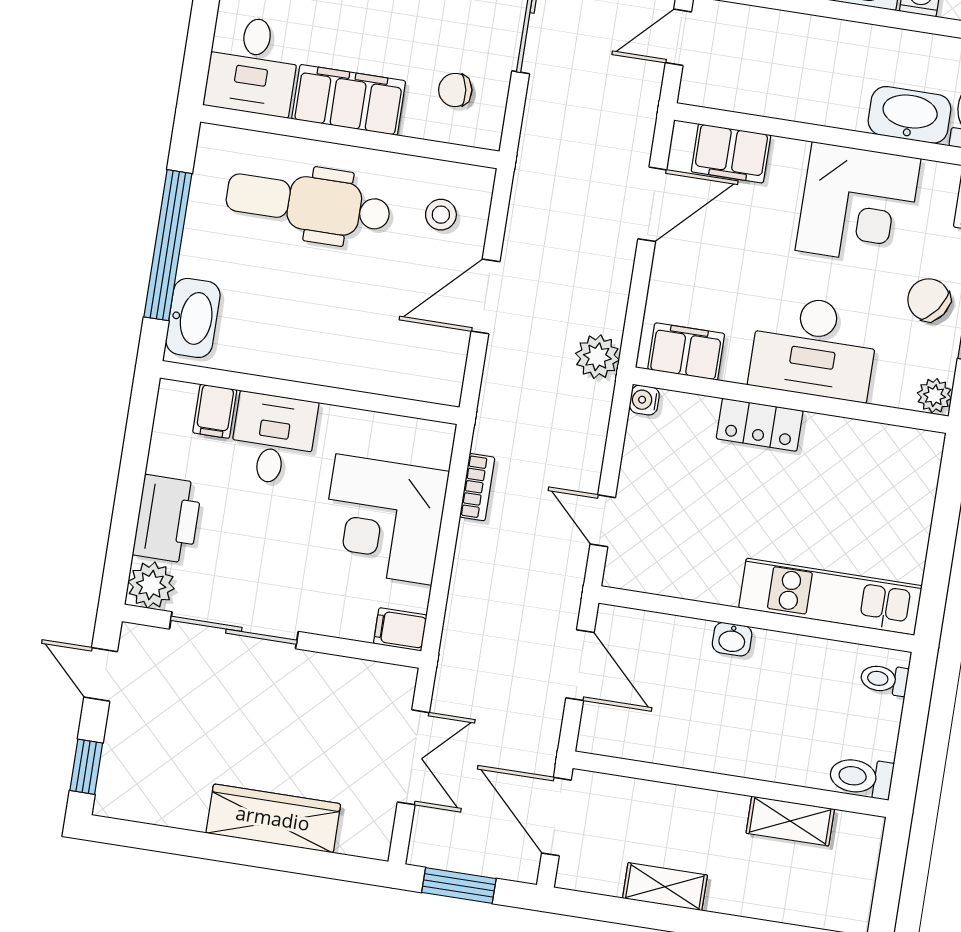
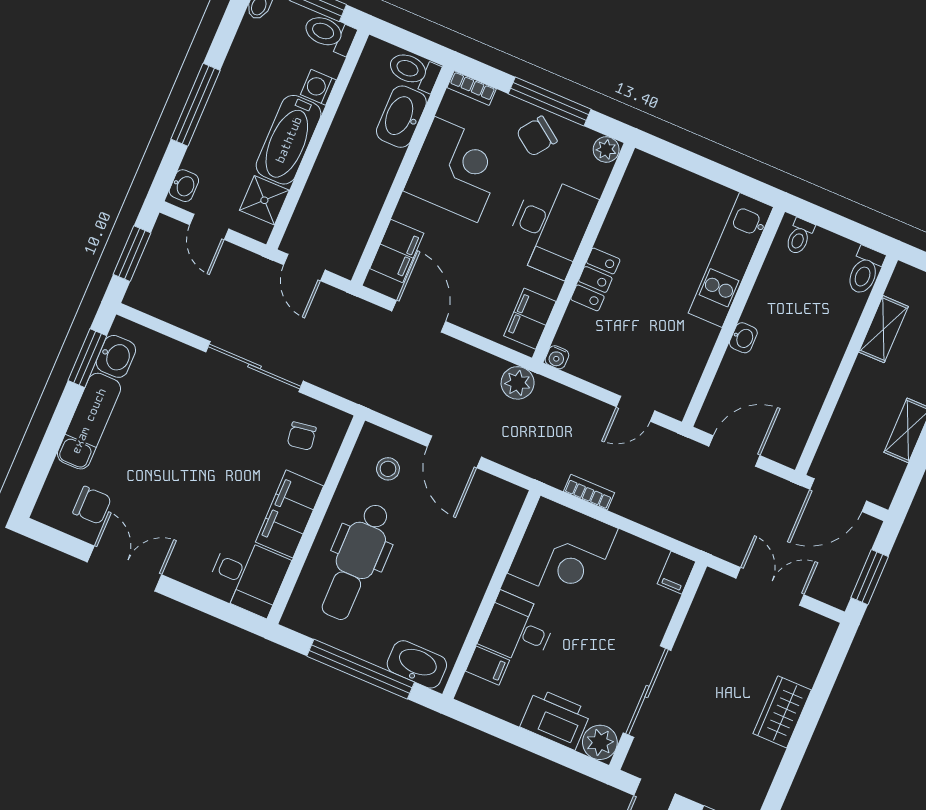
corner desk: (384, 519) -> (563, 551), moved
wardrobe: (273, 818) -> (782, 712), width x0.67

